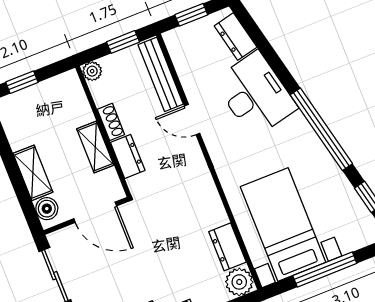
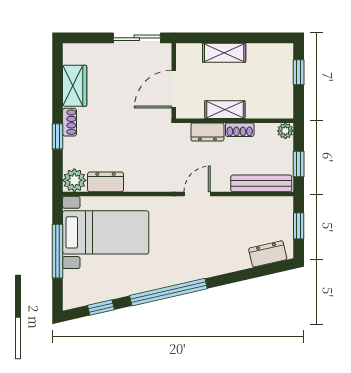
desk: (255, 94) -> (216, 251), removed
door: (192, 120) -> (197, 194), moved
boiler: (47, 209) -> (192, 52), removed

